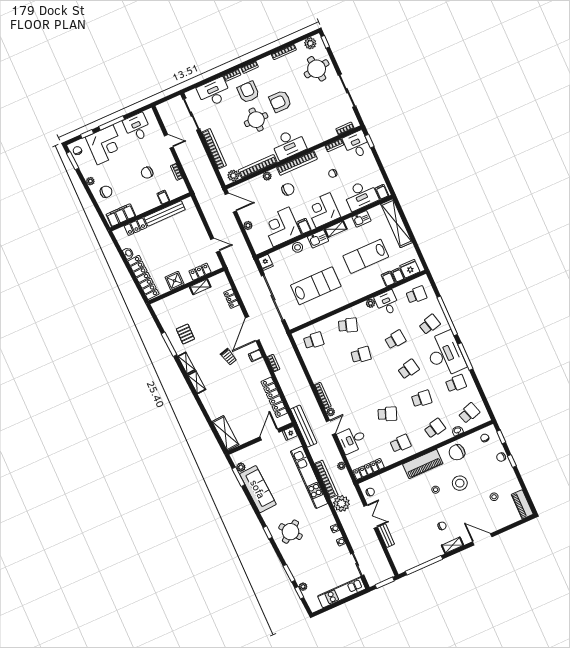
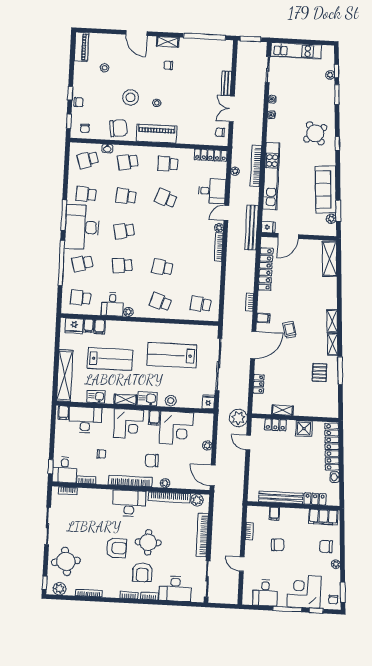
plant: (341, 503) -> (238, 418), moved

